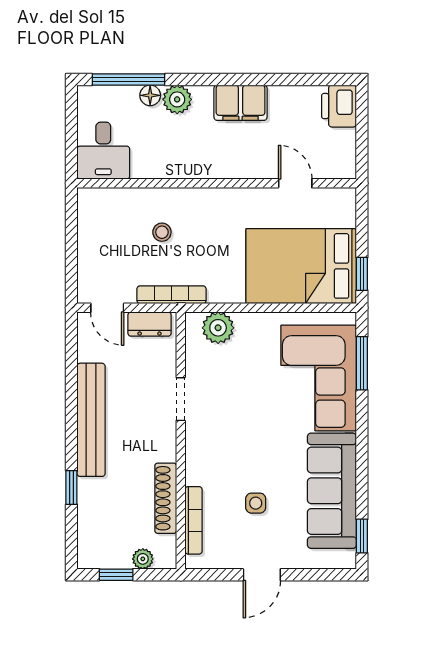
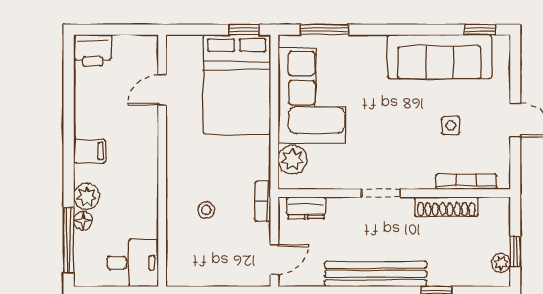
filing cabinet: (241, 103) -> (90, 151), width x0.50
bookcase: (172, 295) -> (263, 201), width x0.64
dresser: (150, 324) -> (306, 208), moved, turned 90
corner sofa: (319, 378) -> (312, 95), moved, turned -90
doorway: (181, 399) -> (381, 193), moved
plant: (143, 559) -> (501, 263), moved

